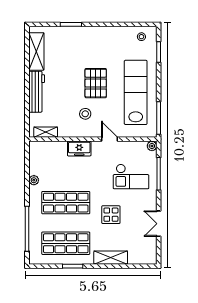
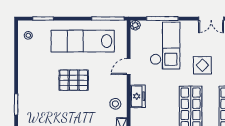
stool: (85, 114) -> (115, 104), moved
checkout: (131, 176) -> (165, 46), width x1.36, depth x1.21

